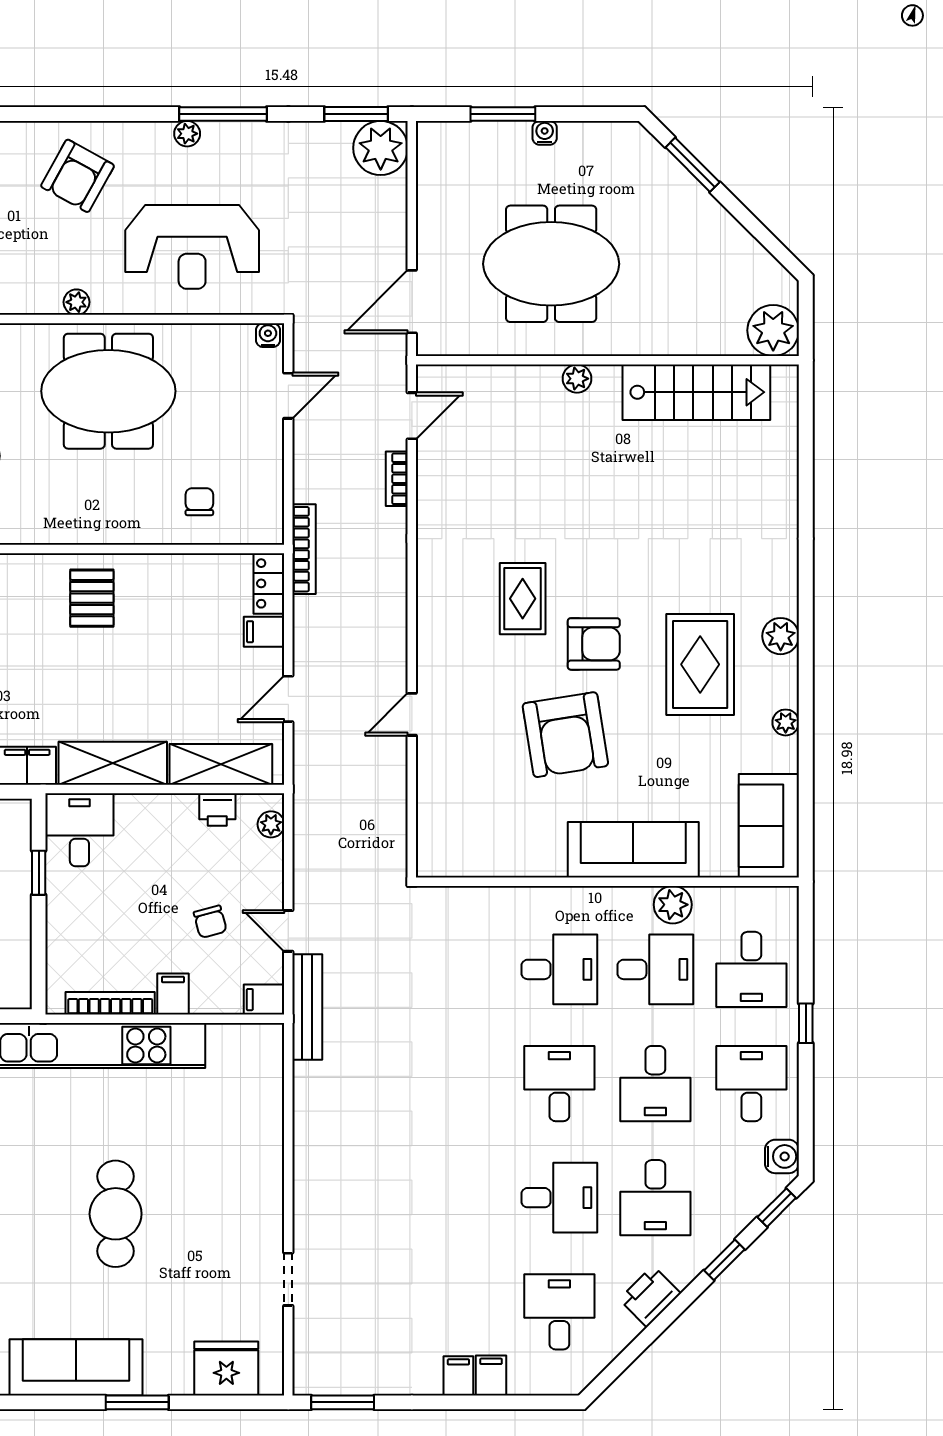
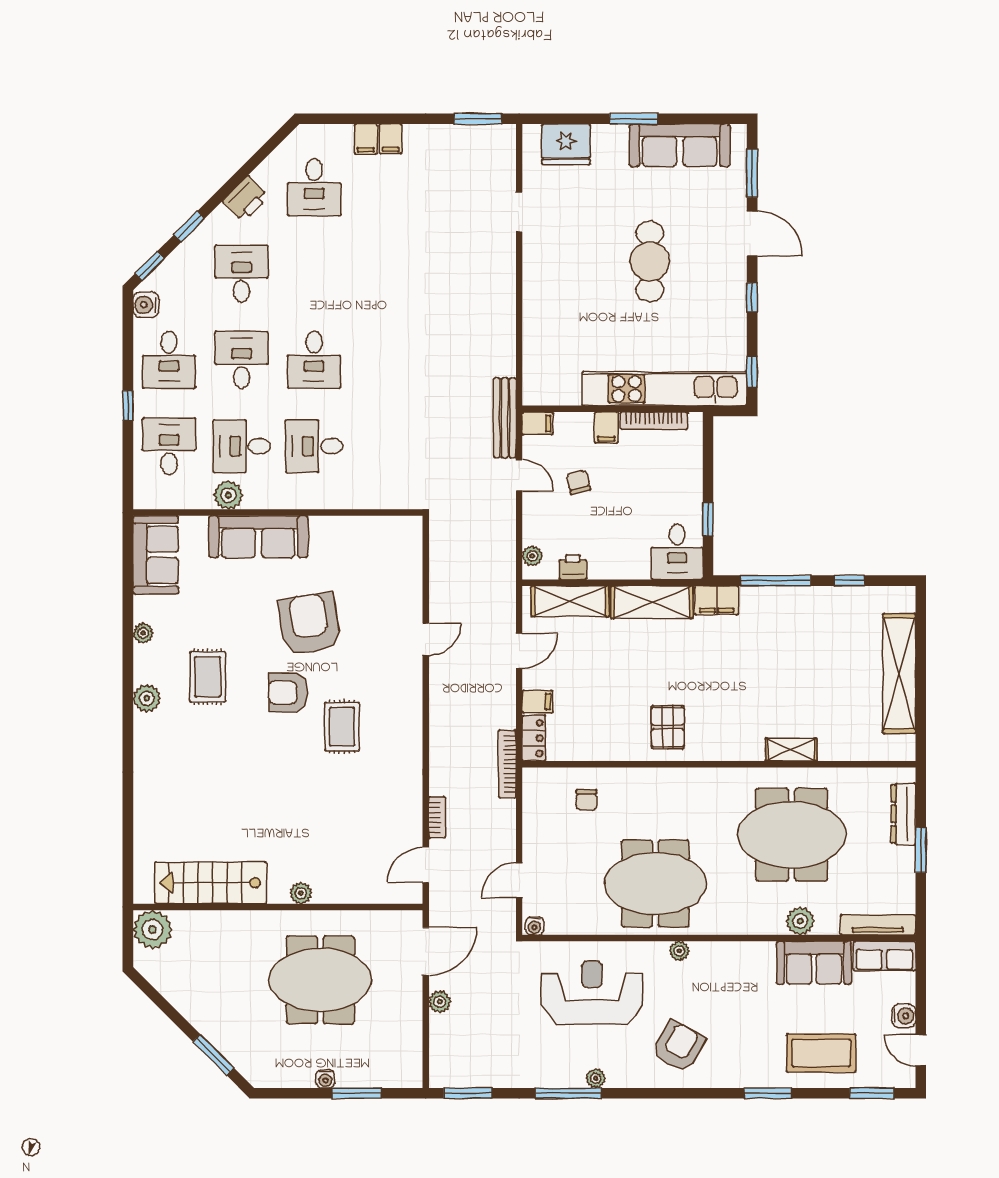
plant: (381, 148) -> (440, 1002), moved, width x0.53, depth x0.53
rug: (700, 664) -> (208, 677), width x0.73, depth x0.70
desk: (559, 1198) -> (314, 274), removed

